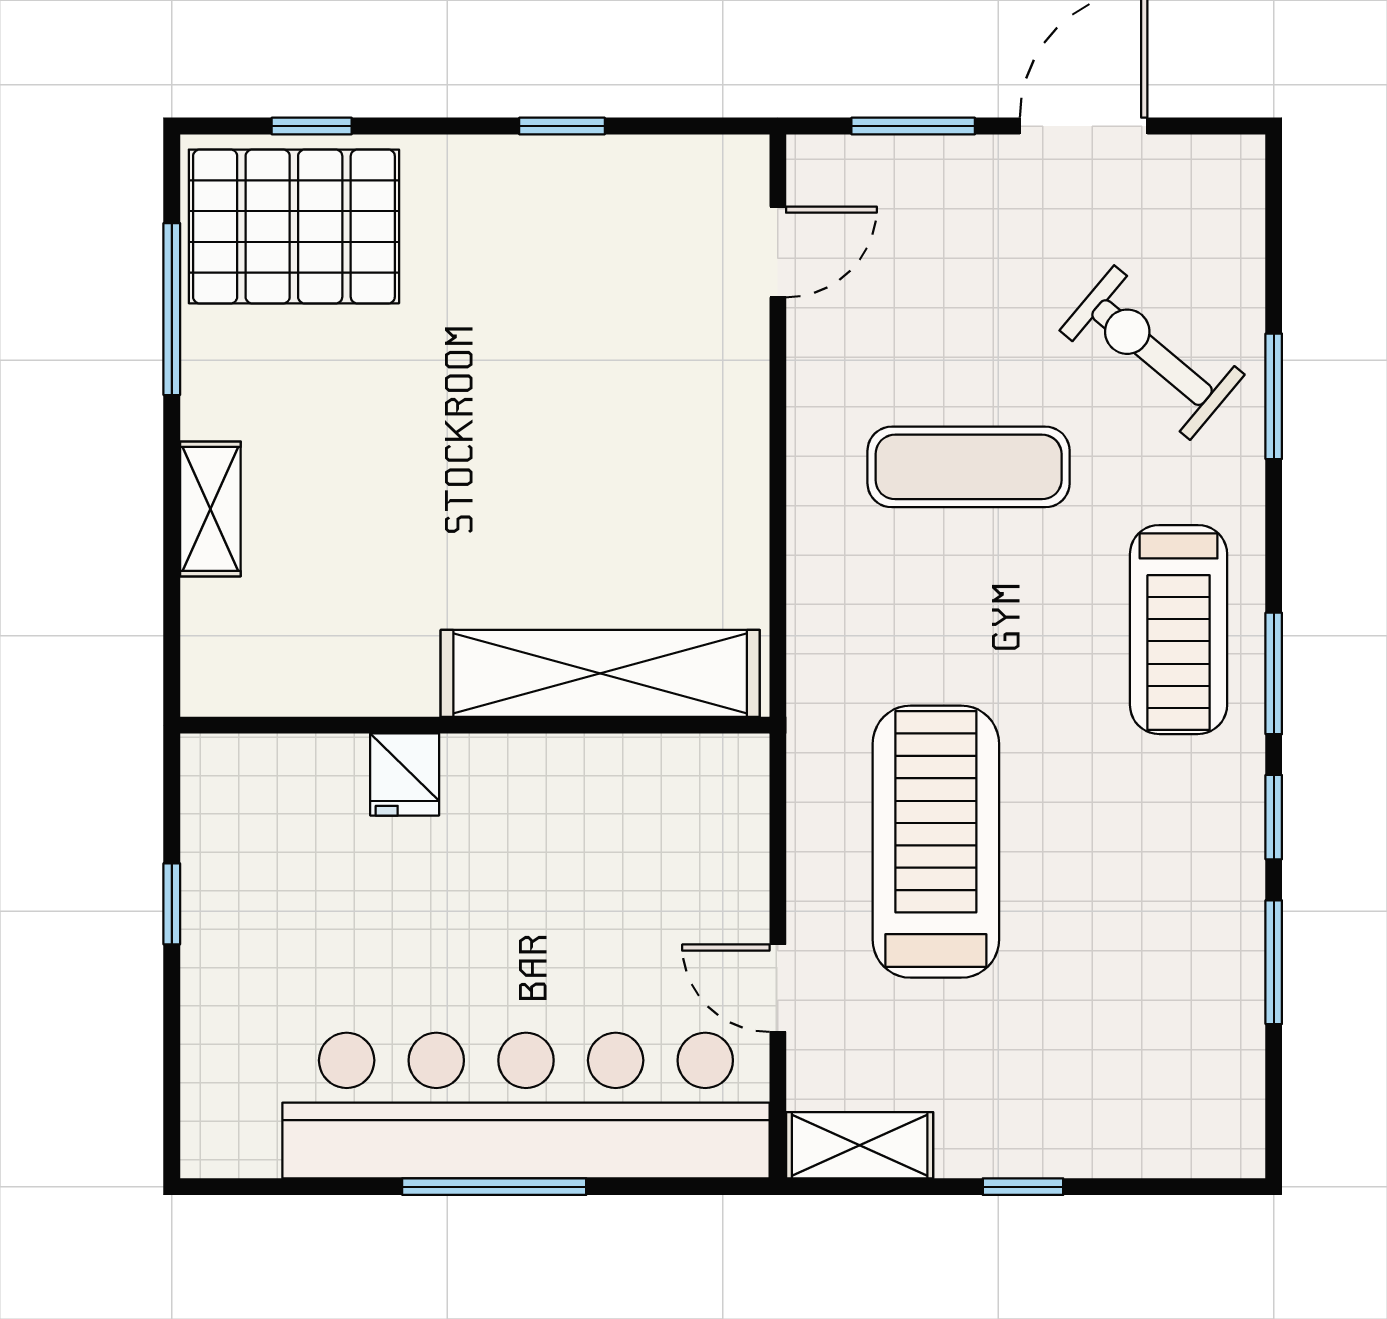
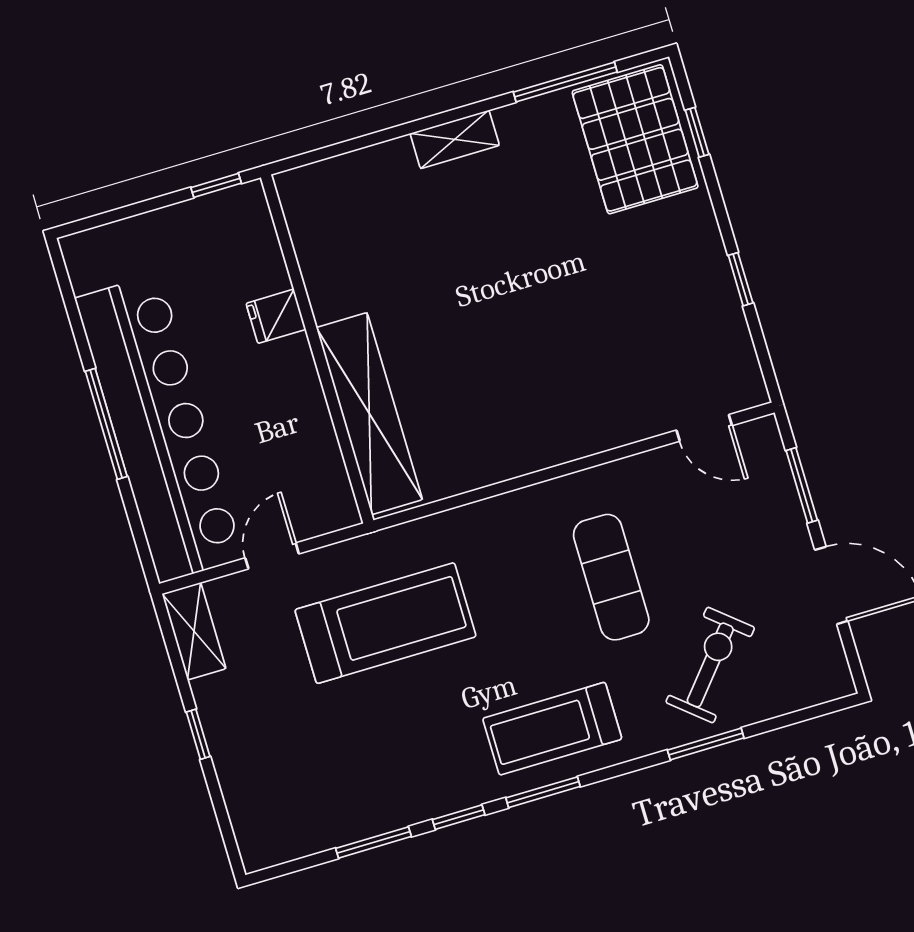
shelving: (600, 673) -> (369, 414), moved
wall: (475, 725) -> (317, 349), moved
fridge: (405, 775) -> (276, 316), moved

